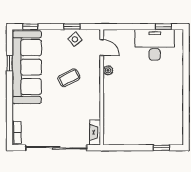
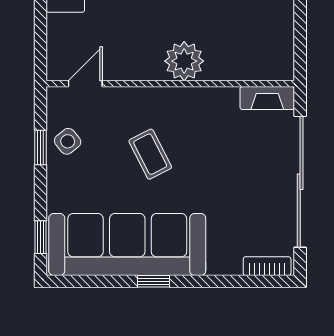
window: (10, 63) -> (154, 281), moved
plant: (108, 70) -> (184, 61), moved, width x1.88, depth x1.88

